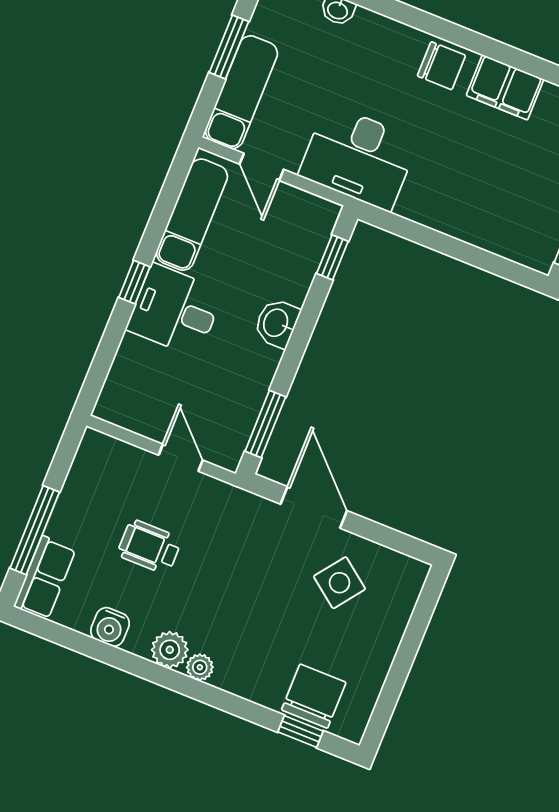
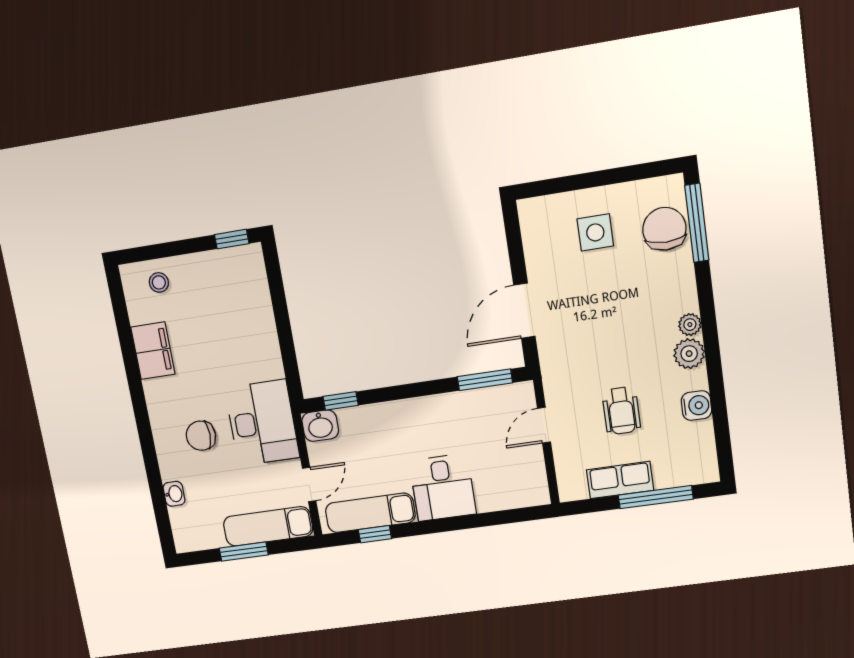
chair: (441, 66) -> (201, 436), moved, turned -90
window: (134, 282) -> (375, 534), moved
washbasin: (277, 323) -> (320, 426), moved
row of seats: (45, 578) -> (620, 480), moved
side table: (340, 583) -> (595, 232), moved, turned -37
chair: (314, 696) -> (664, 229), turned 90
window: (301, 731) -> (697, 223), width x2.17

